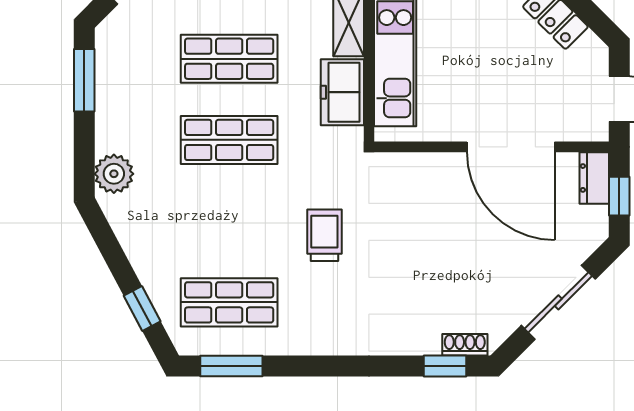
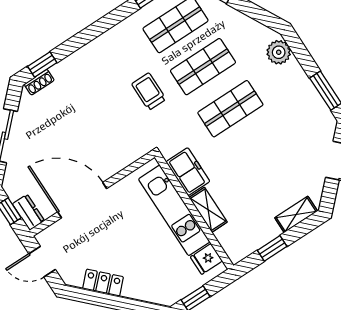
shop shelf: (229, 59) -> (203, 67), moved
trolley: (324, 235) -> (149, 92), turned 180

